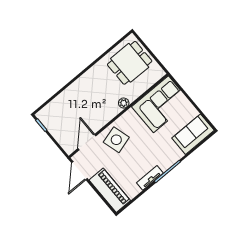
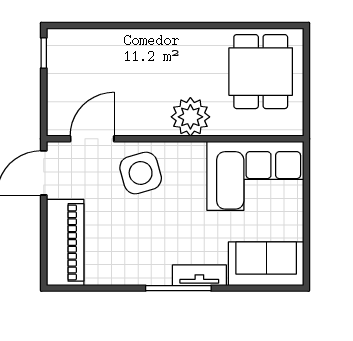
dining table: (130, 63) -> (261, 72), turned 90
plant: (124, 103) -> (190, 117), width x1.87, depth x1.87
tv unit: (150, 178) -> (199, 275), moved

